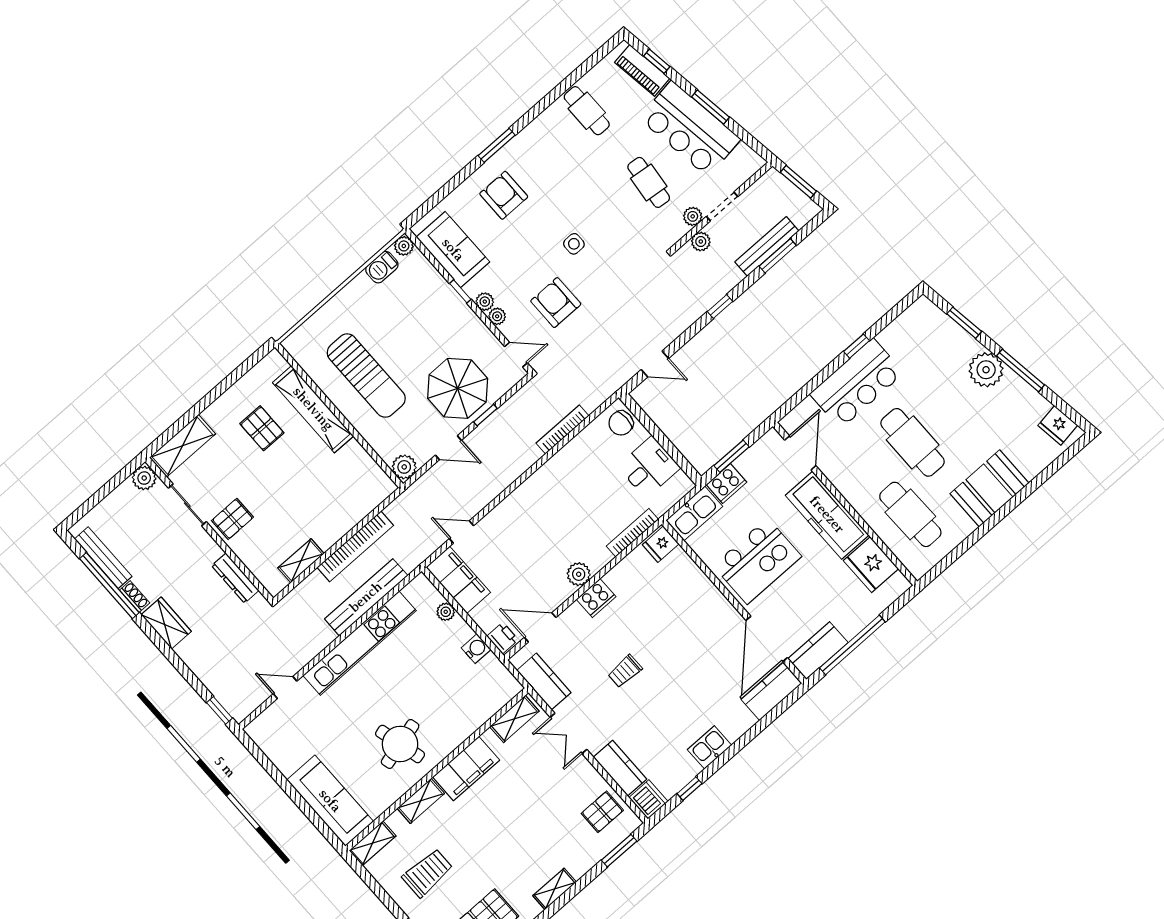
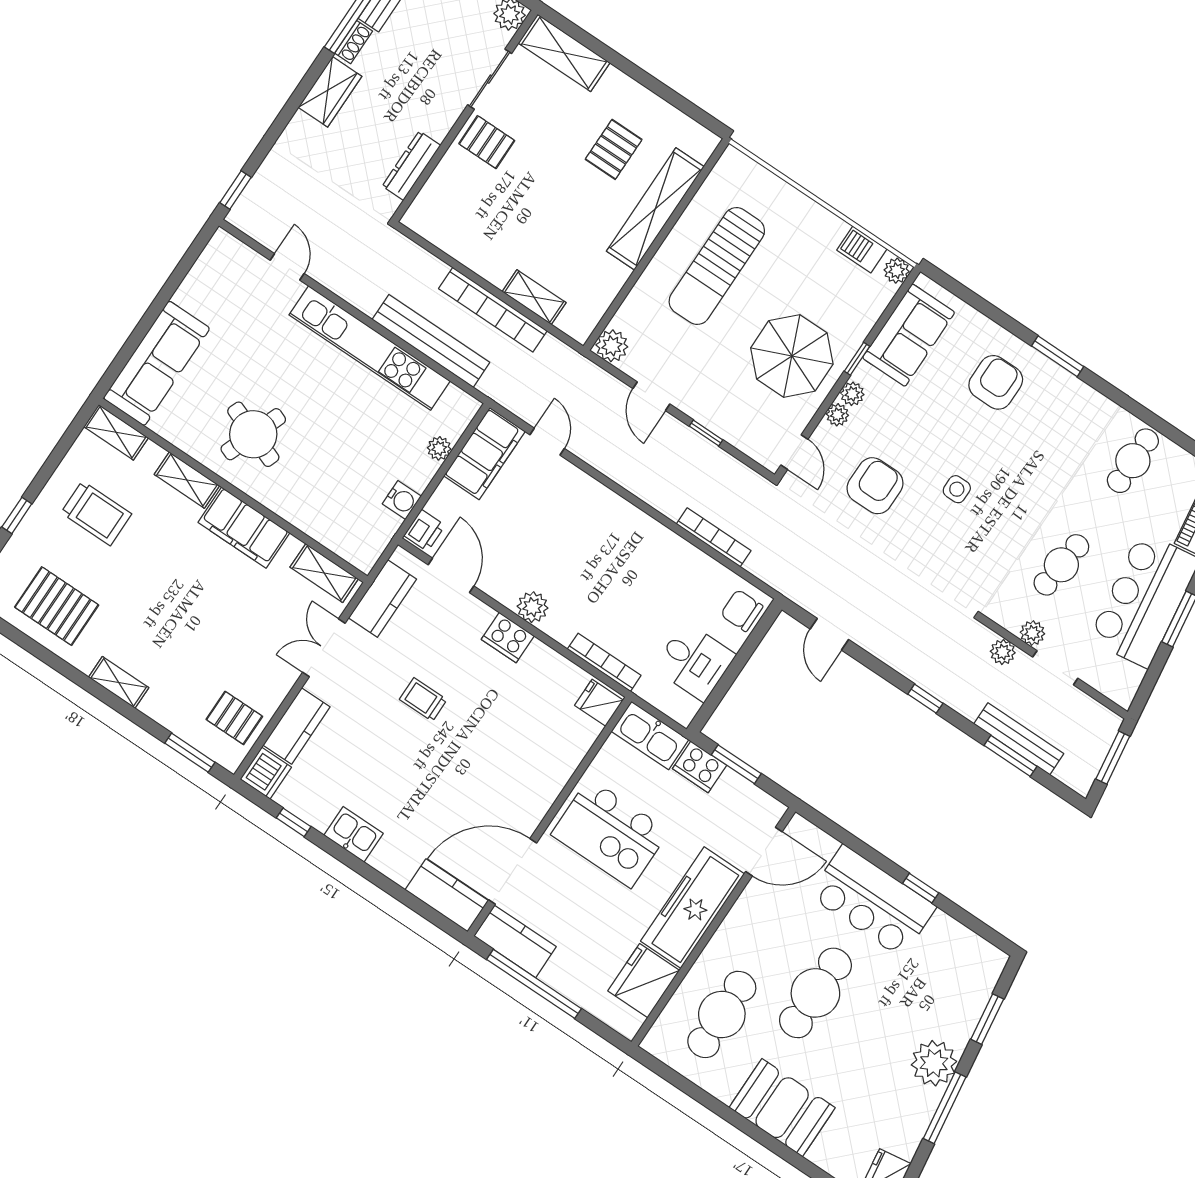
parasol: (458, 388) -> (792, 356), moved
shelving: (301, 561) -> (534, 297), moved
round table: (400, 744) -> (253, 434), turned 36

